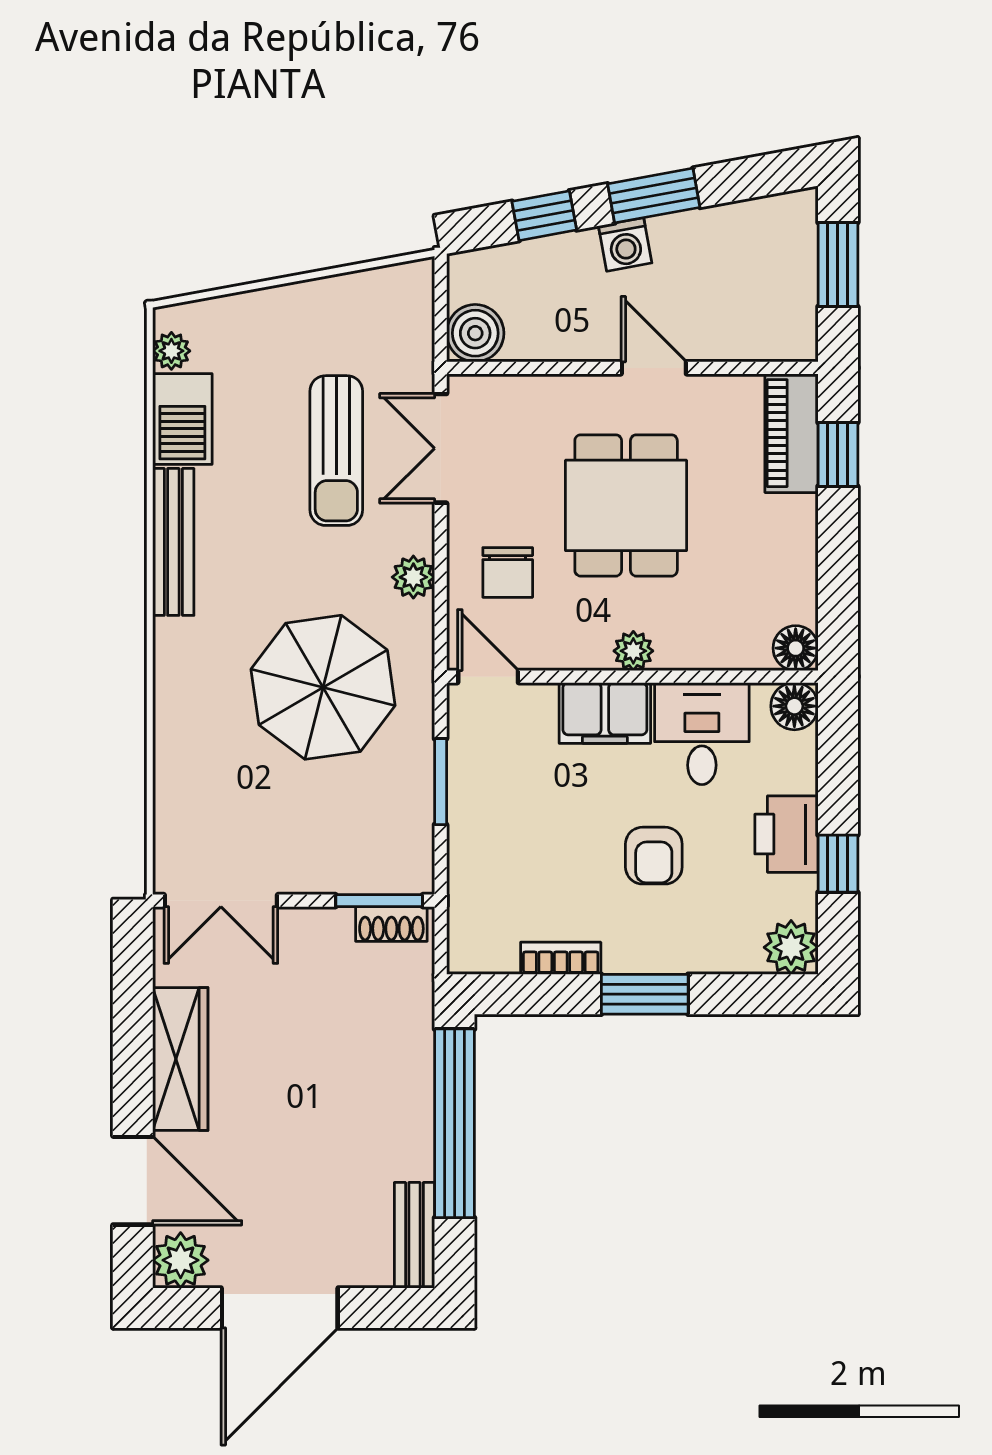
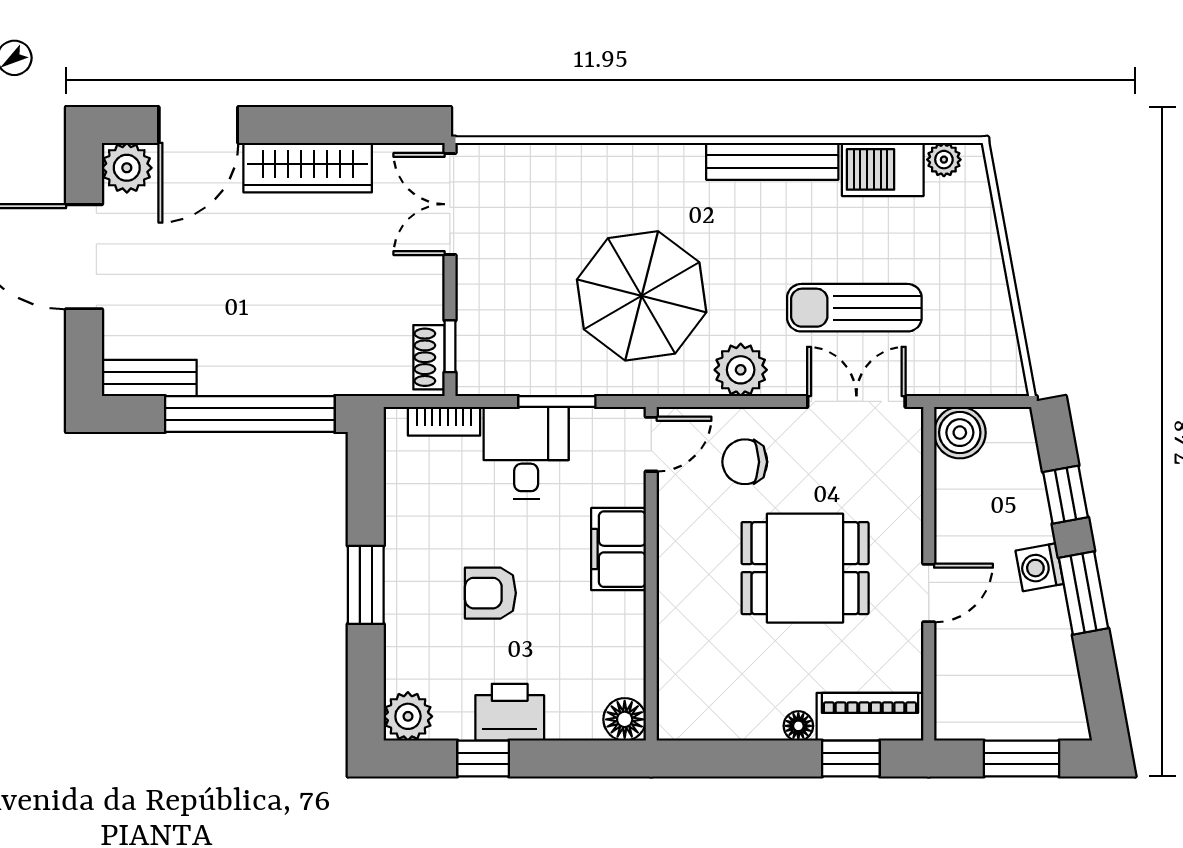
plant: (413, 577) -> (741, 370), width x1.38, depth x1.38
floor lamp: (796, 648) -> (798, 726), moved, width x0.73, depth x0.73
plant: (633, 651) -> (674, 575), removed
desk: (702, 734) -> (526, 453), moved, turned -90
window: (379, 901) -> (450, 346), width x0.67
bookcase: (561, 958) -> (444, 421), moved, turned 90

